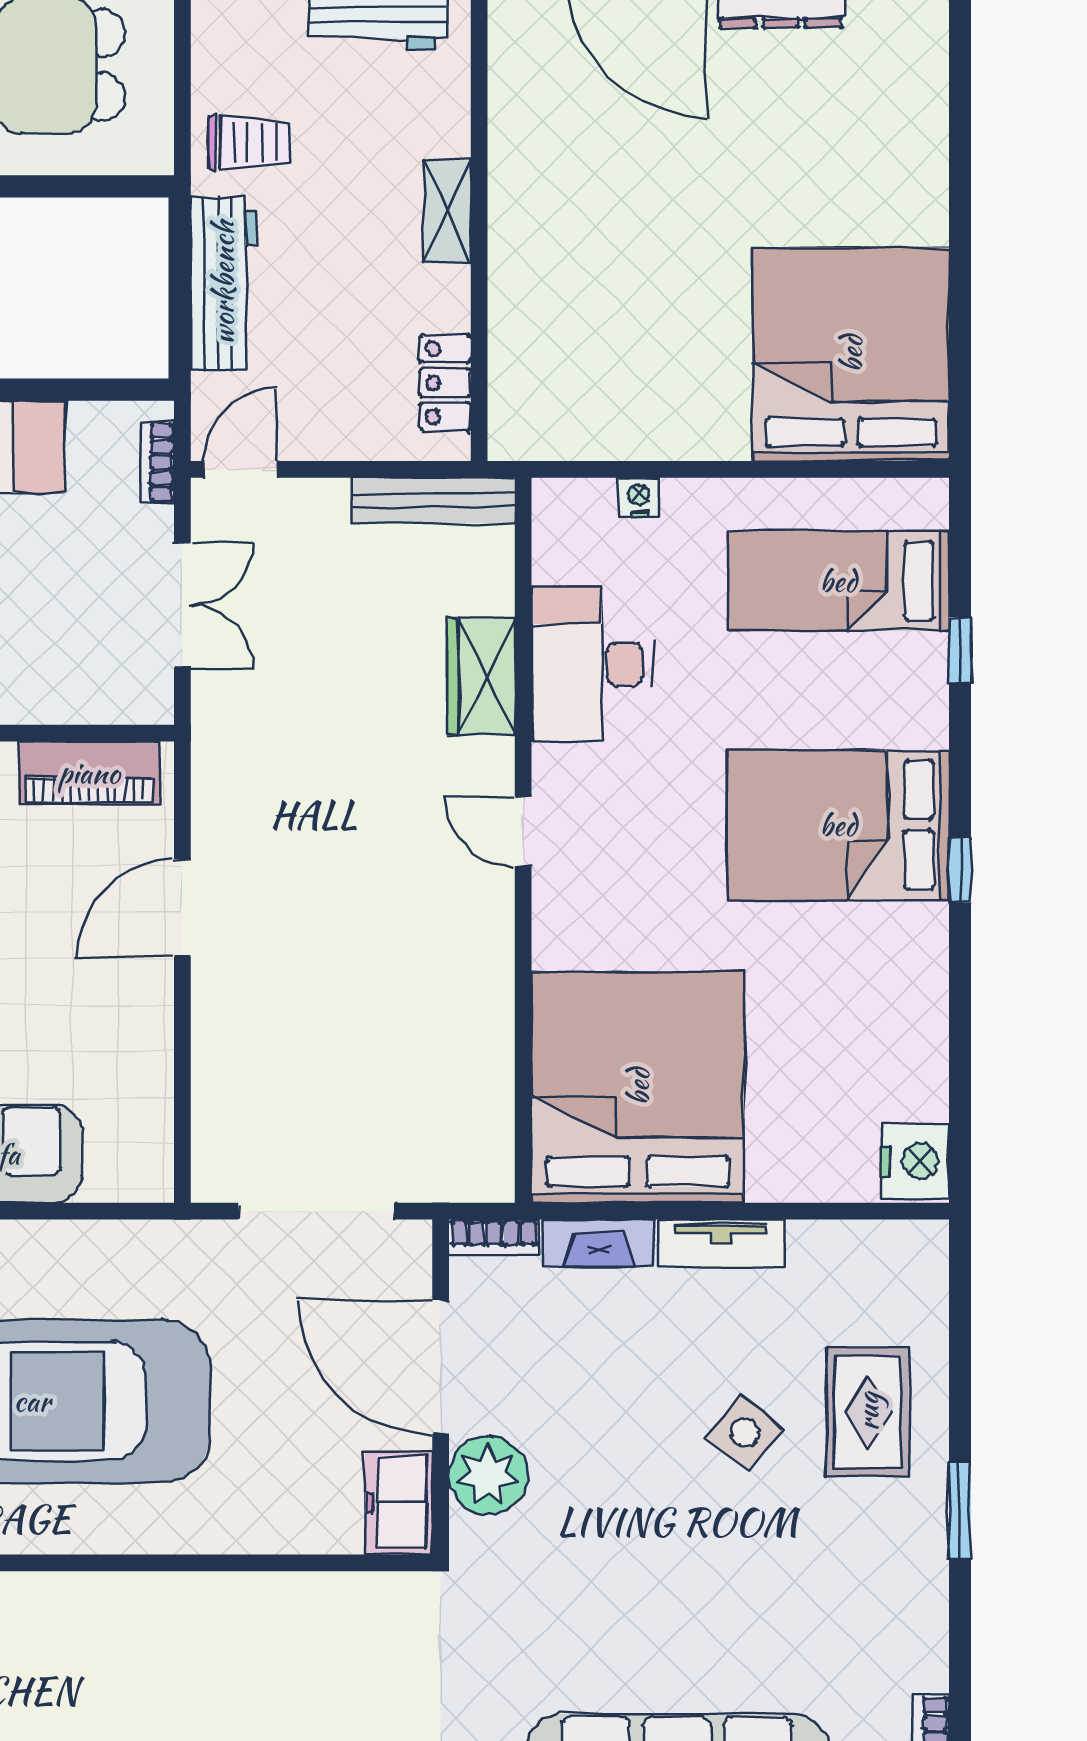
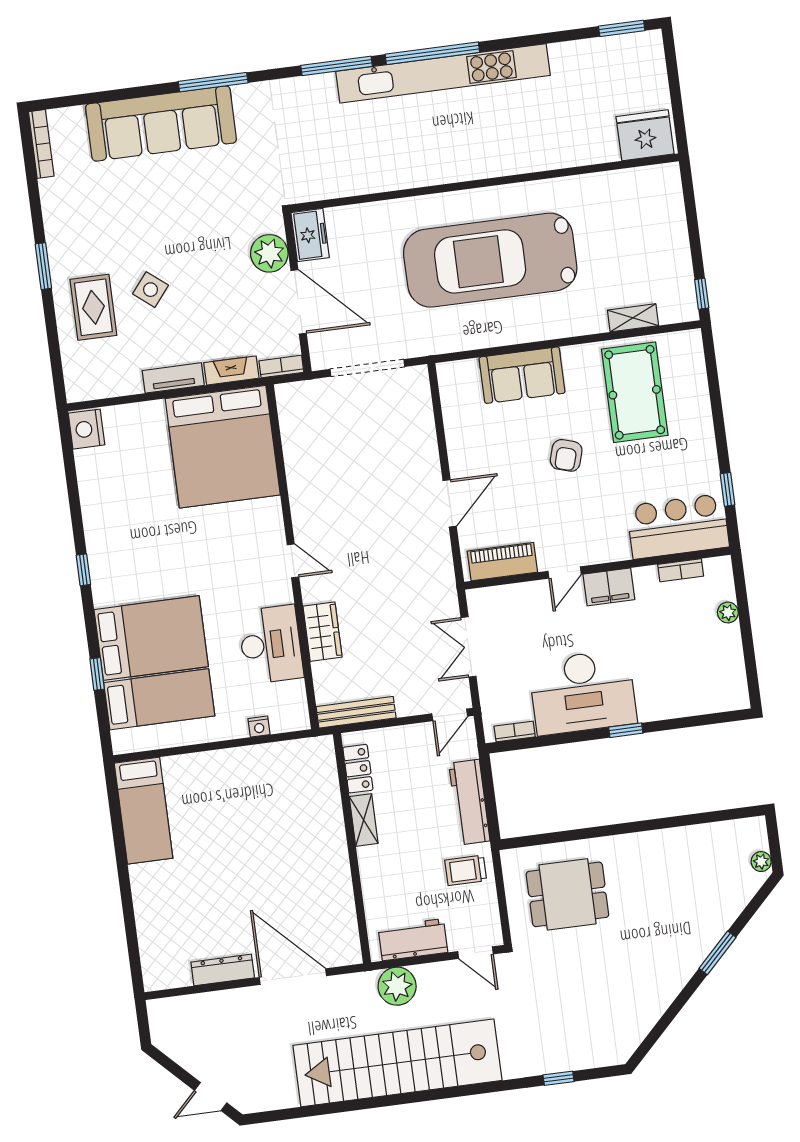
shelving: (447, 211) -> (364, 820), moved
bed: (851, 354) -> (144, 811), width x0.49
bookcase: (158, 462) -> (515, 731), moved, turned -90
bed: (838, 825) -> (151, 638), moved

